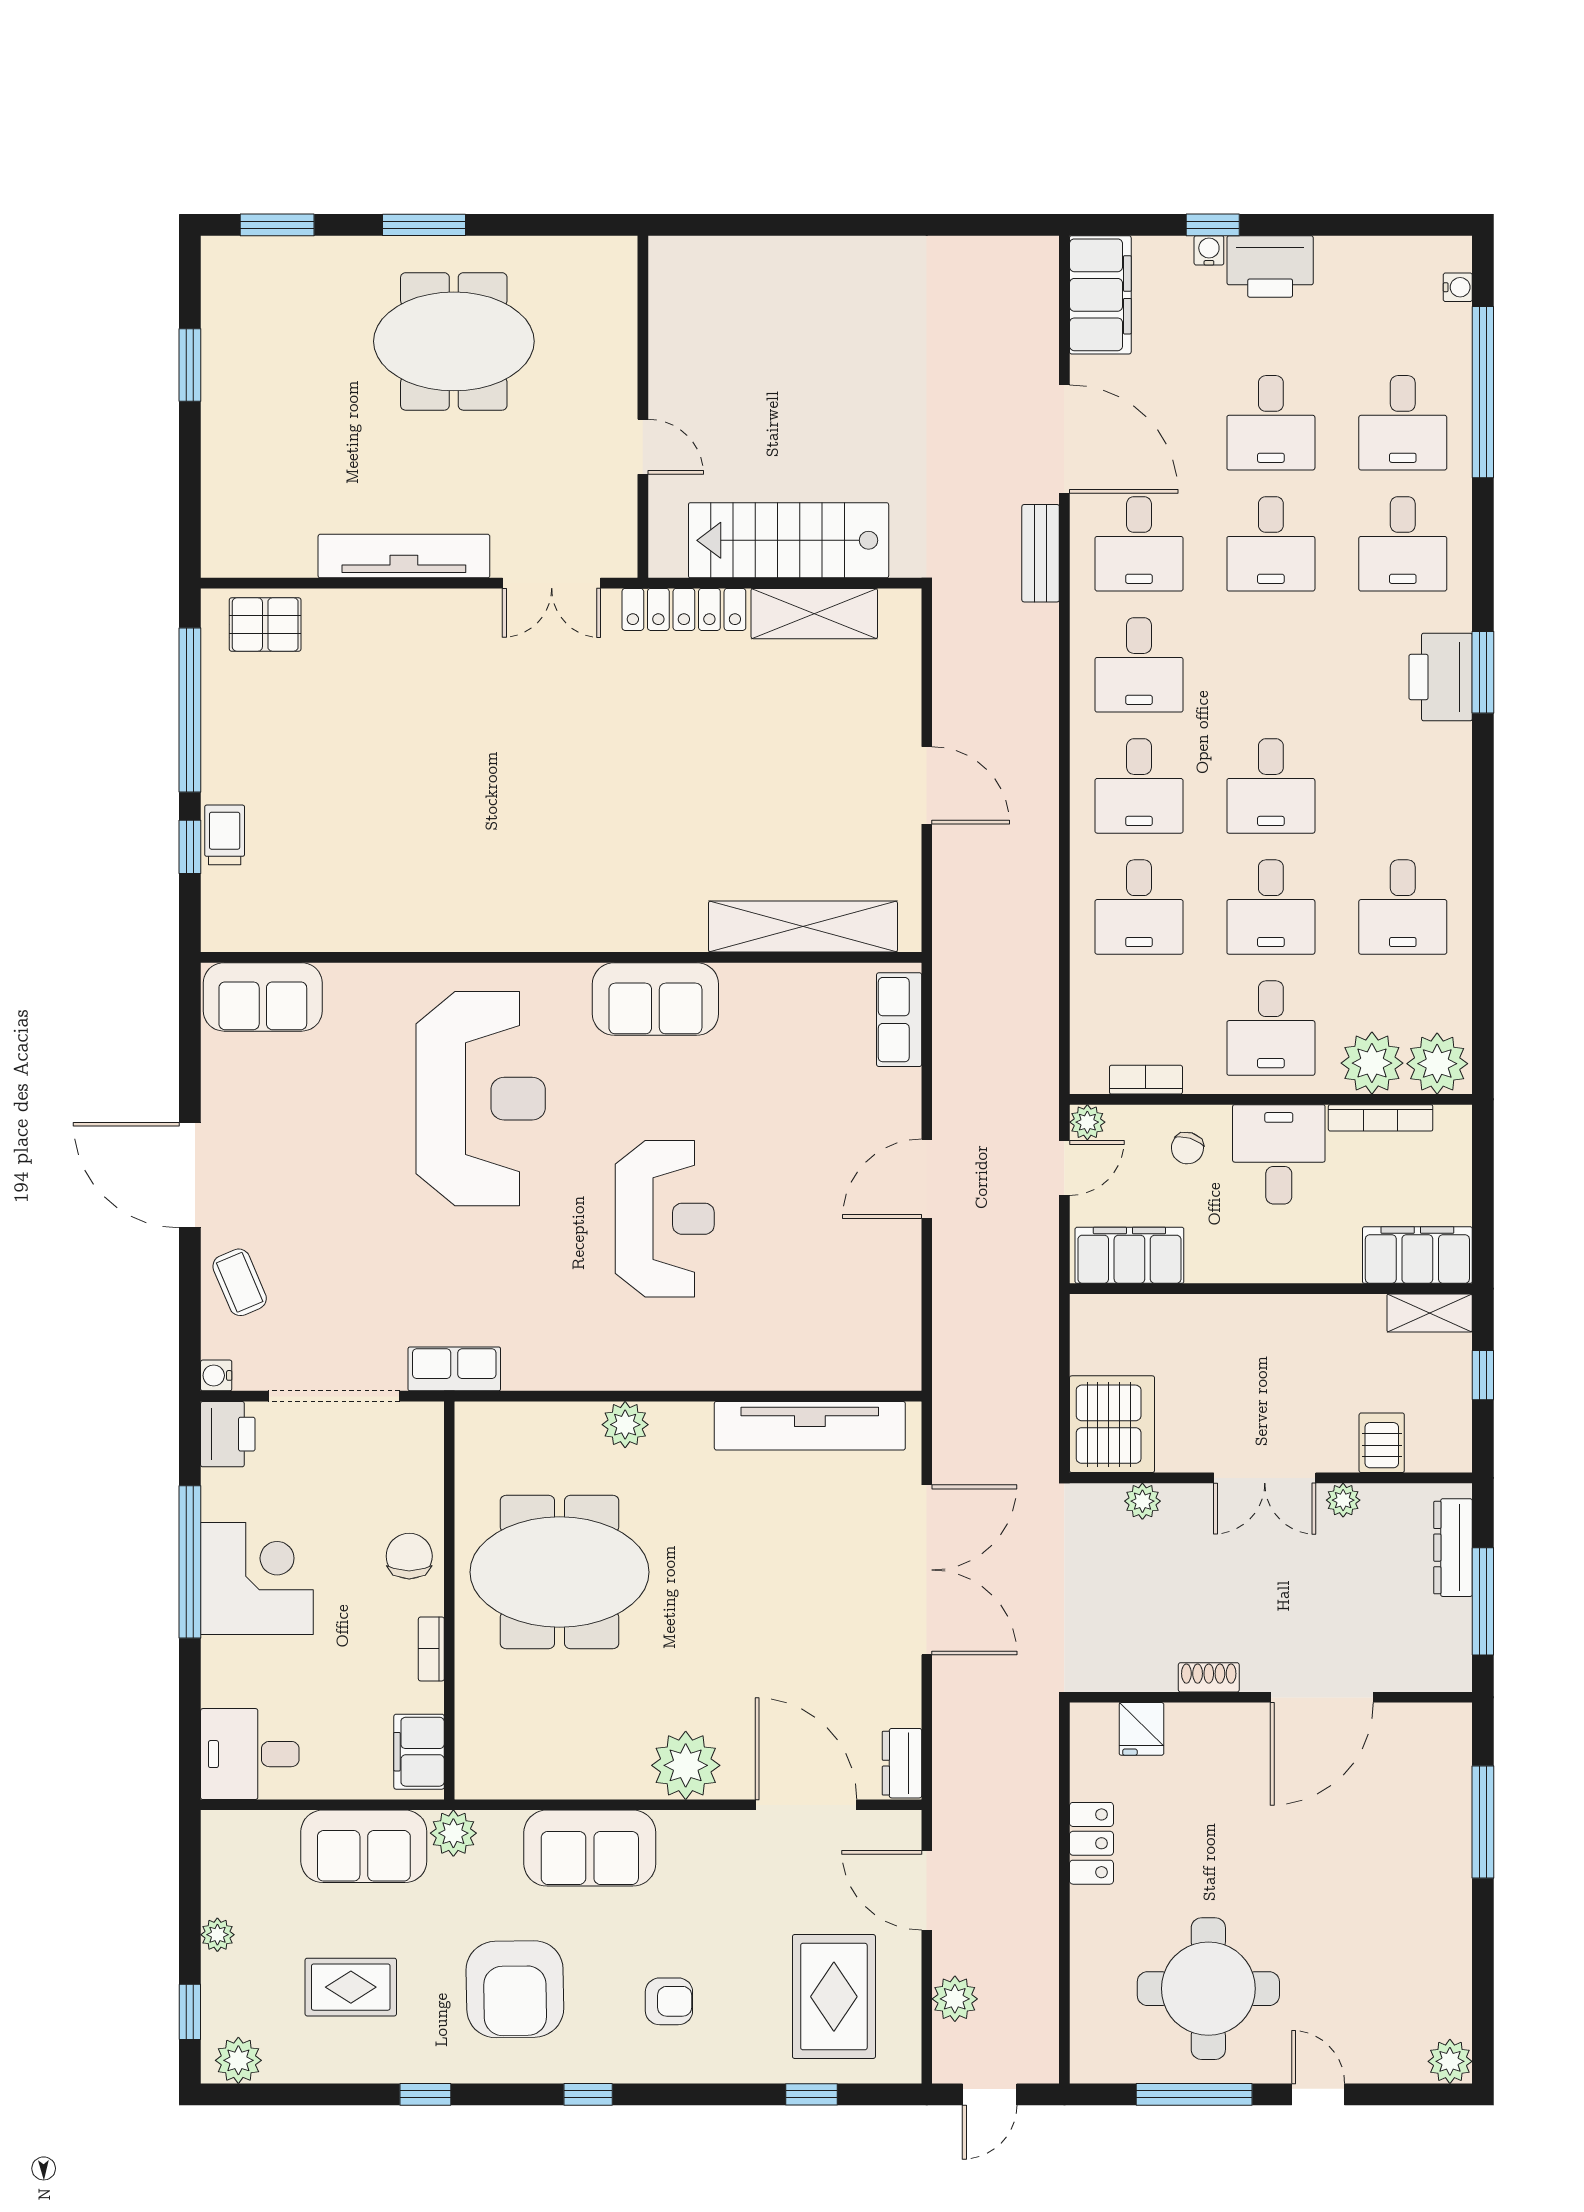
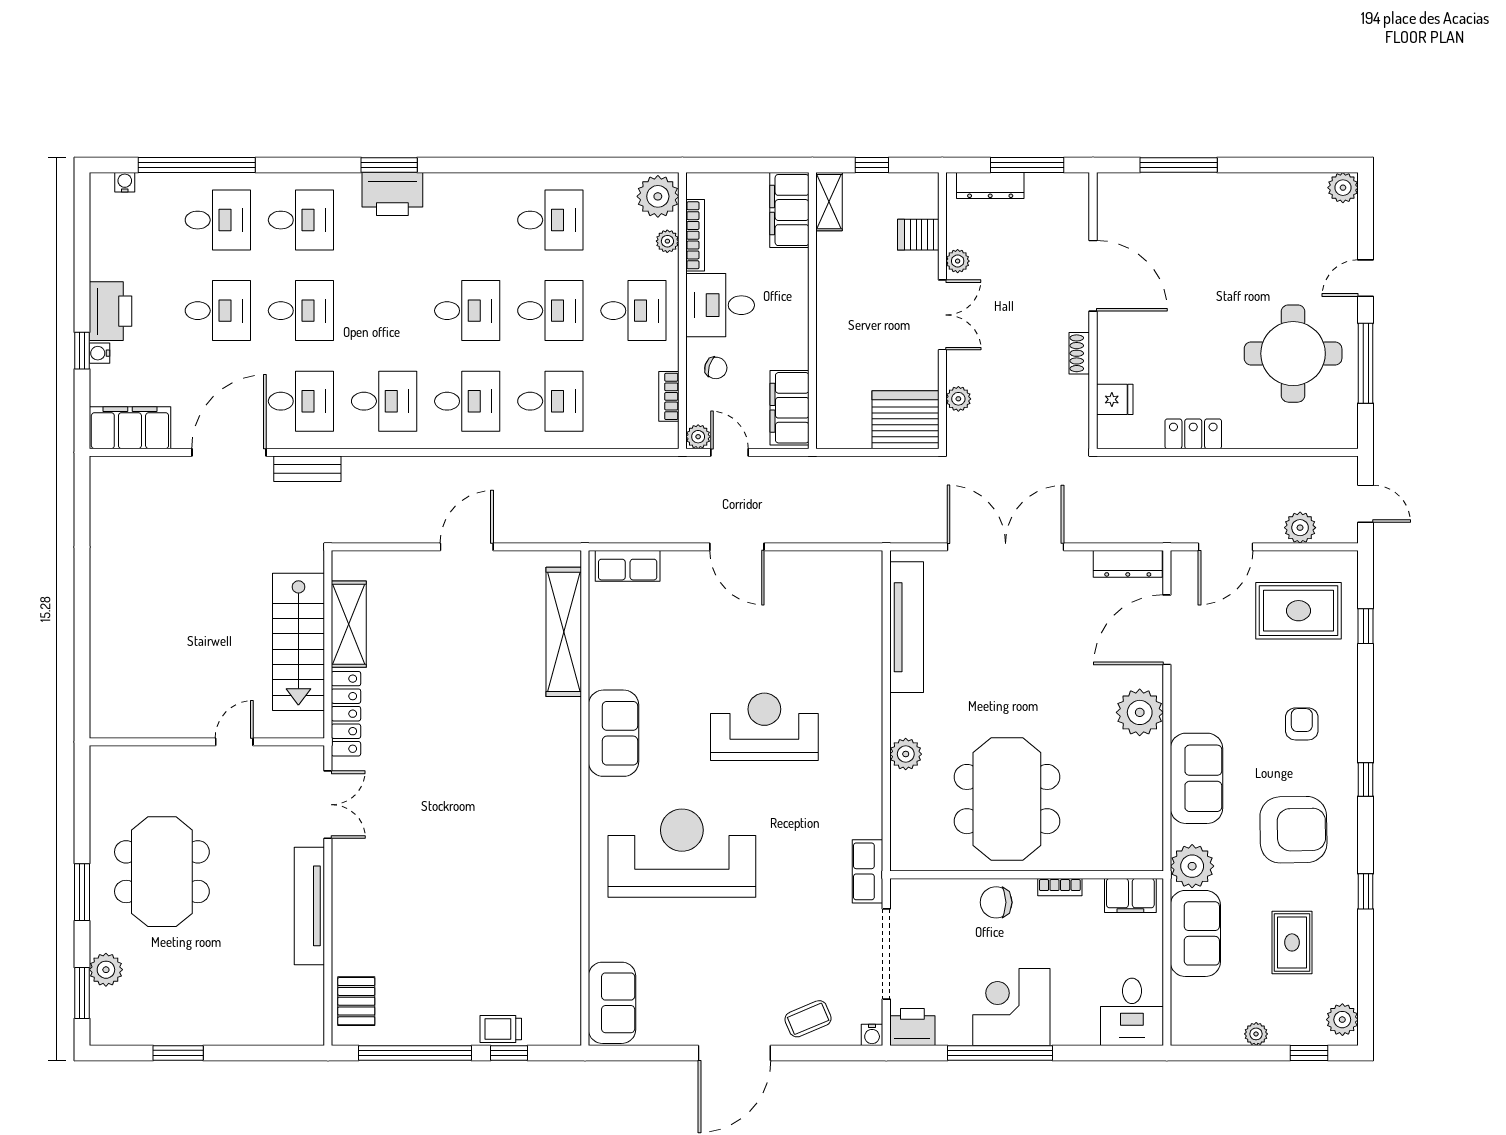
plant: (311, 260) -> (106, 970), added
plant: (1372, 1063) -> (667, 241), width x0.53, depth x0.53
dresser: (902, 1763) -> (1128, 564), width x1.44
plant: (453, 1833) -> (1192, 866), width x1.36, depth x1.36

